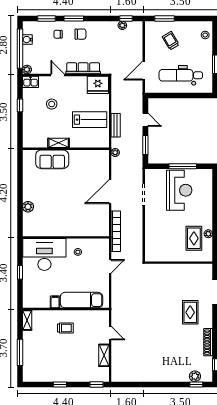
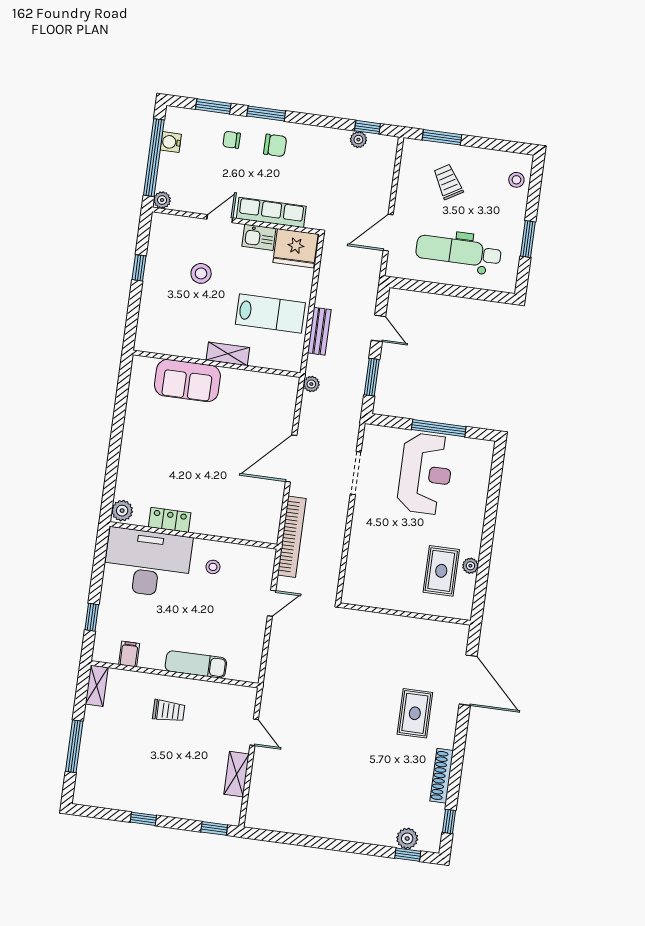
door: (57, 75) -> (220, 219), hinge flipped
kitchen sink: (31, 82) -> (259, 237), moved
shelving: (59, 143) -> (228, 354), moved
plant: (28, 207) -> (122, 511), moved
locker: (53, 231) -> (170, 520), added
window: (20, 272) -> (92, 617), moved
exam couch: (82, 300) -> (196, 664), width x0.73, depth x0.69
filing cabinet: (55, 302) -> (129, 654), moved

